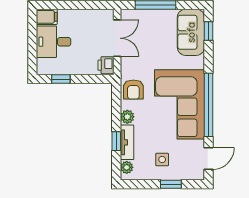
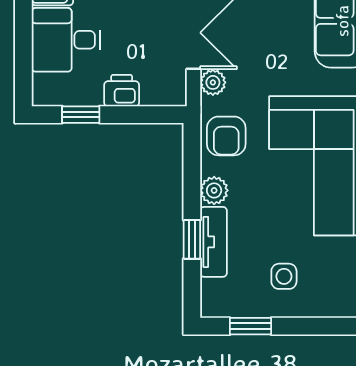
printer: (106, 65) -> (122, 91), moved, turned 90
plant: (127, 167) -> (213, 82), moved
window: (171, 184) -> (250, 326), moved

